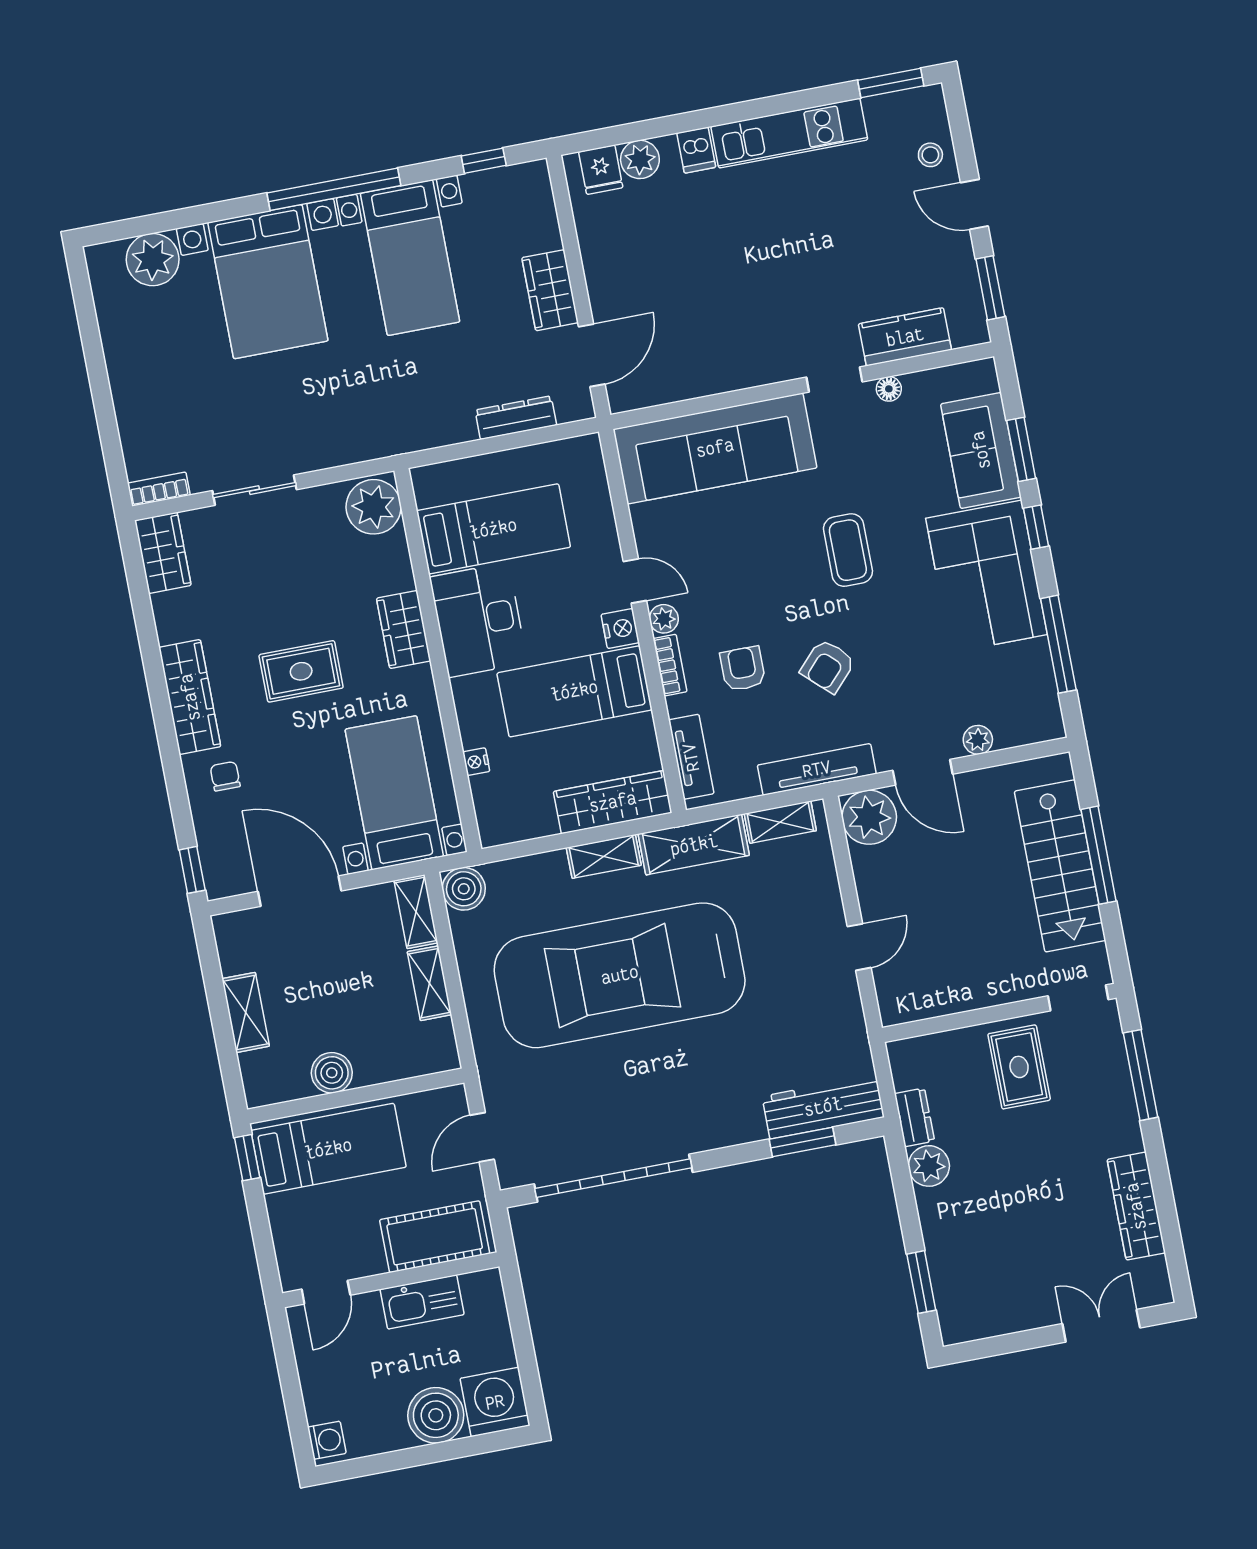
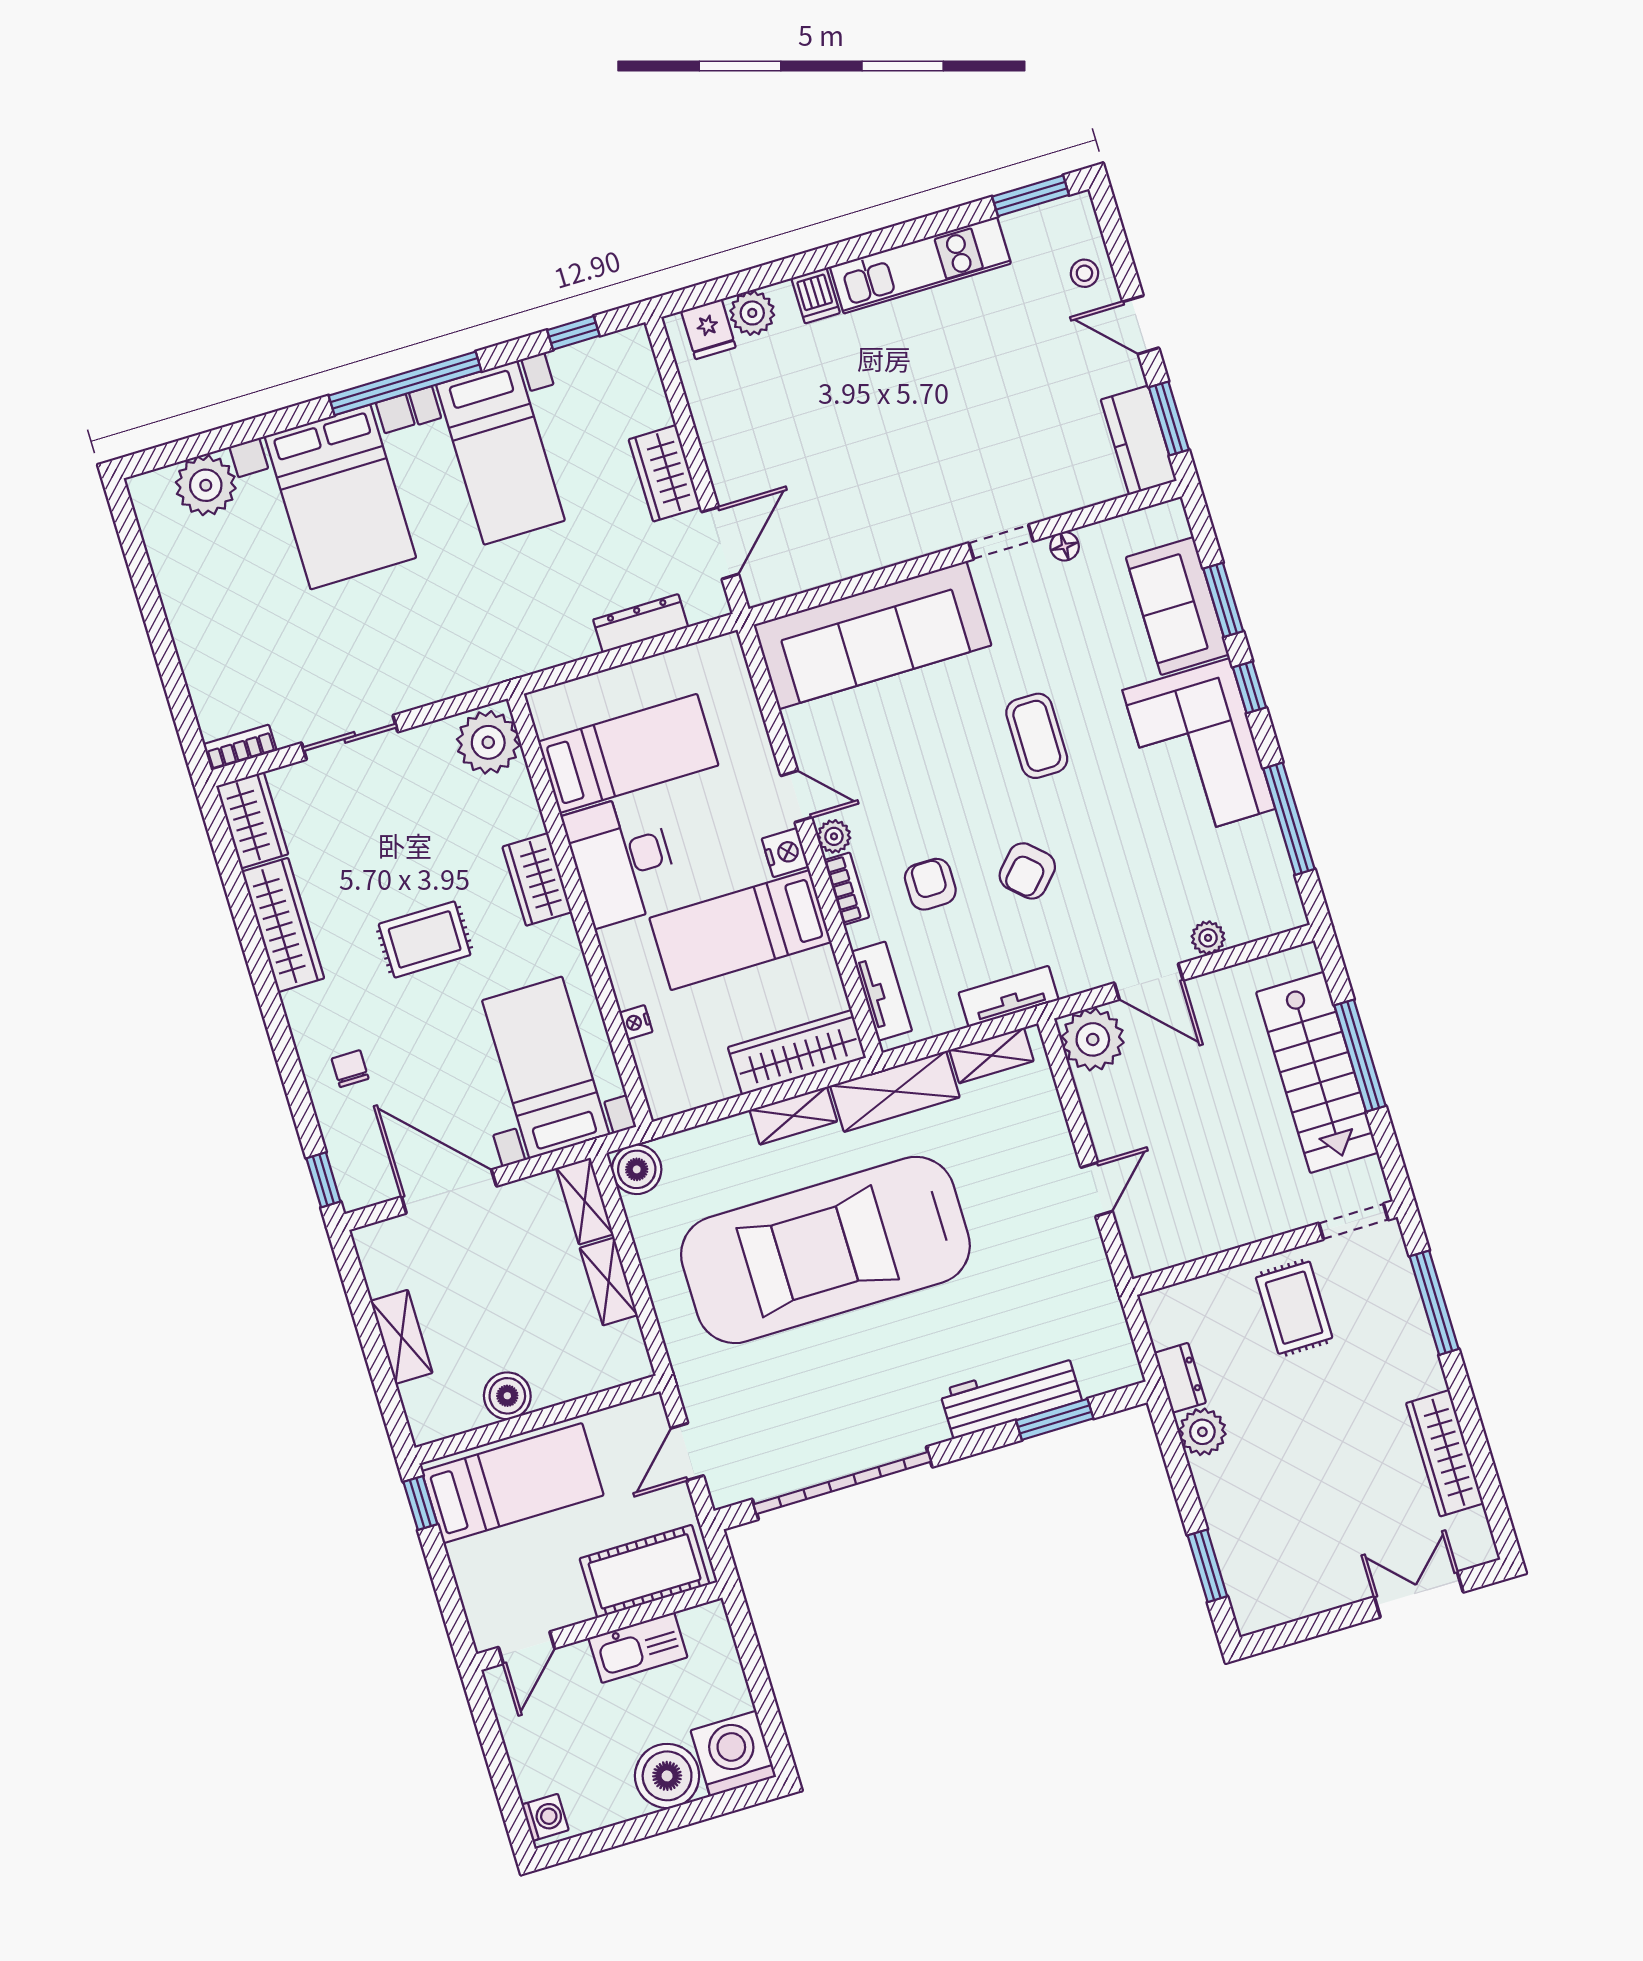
kitchen counter: (905, 337) -> (1139, 440), moved, turned -90
wardrobe: (190, 697) -> (283, 925), moved
tv unit: (817, 769) -> (1009, 996), width x0.71
workbench: (823, 1107) -> (1011, 1396), moved

